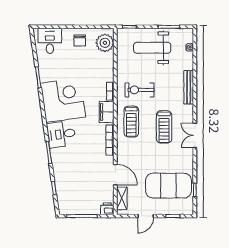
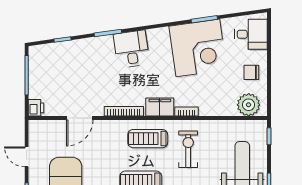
corner desk: (63, 100) -> (198, 48), moved
shelving: (122, 198) -> (49, 126), removed

